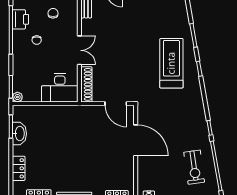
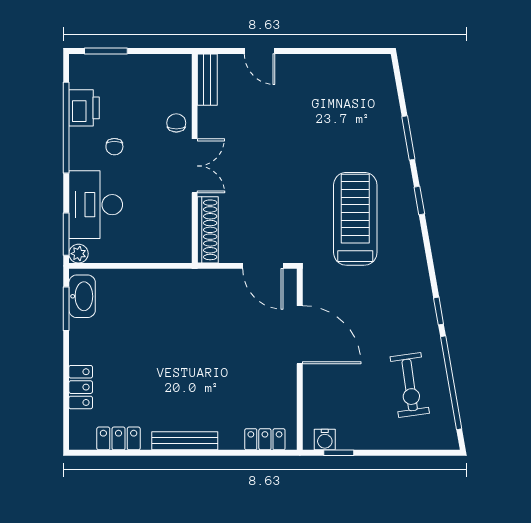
chair: (53, 13) -> (176, 123), moved
treadmill: (171, 63) -> (355, 219), moved
desk: (60, 88) -> (96, 205), moved, turned 90
washbasin: (19, 134) -> (82, 296), moved

